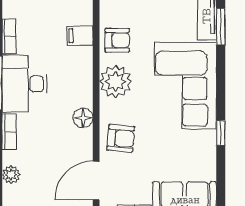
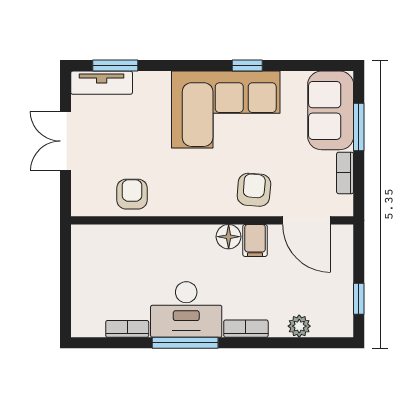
filing cabinet: (80, 36) -> (255, 240), moved
plant: (116, 82) -> (184, 196), removed
corner sofa: (185, 86) -> (226, 110), moved

